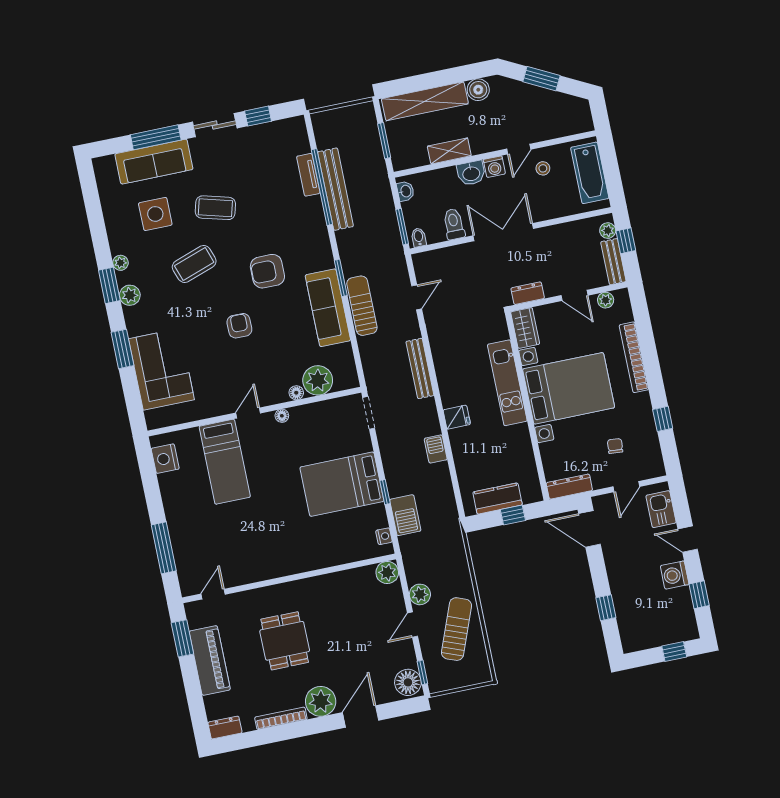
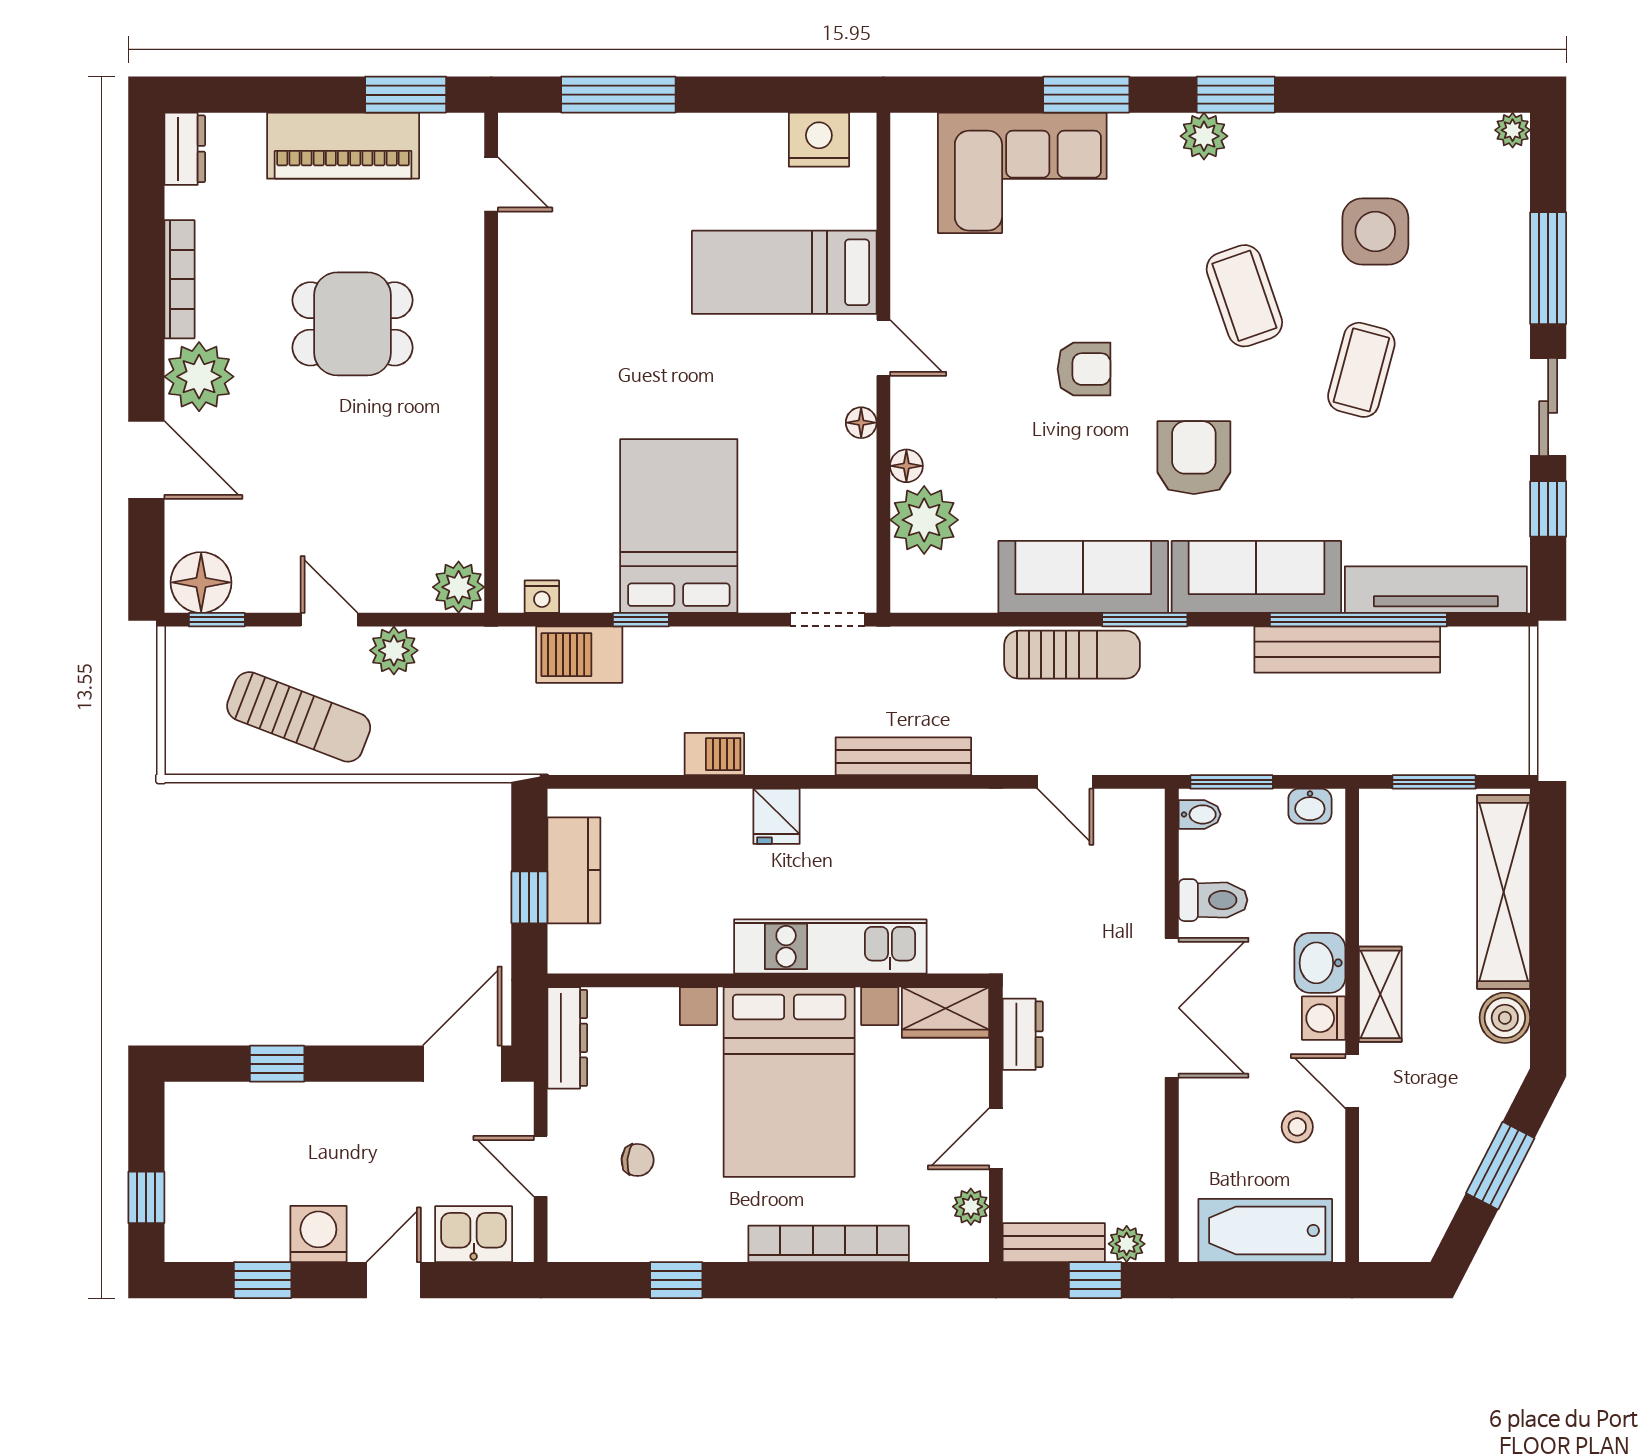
shelving: (449, 151) -> (1380, 994), moved
sofa: (154, 162) -> (1256, 577), moved, turned 90
tv unit: (308, 175) -> (1436, 590), width x1.92, depth x1.29
plant: (120, 263) -> (1513, 130), moved

